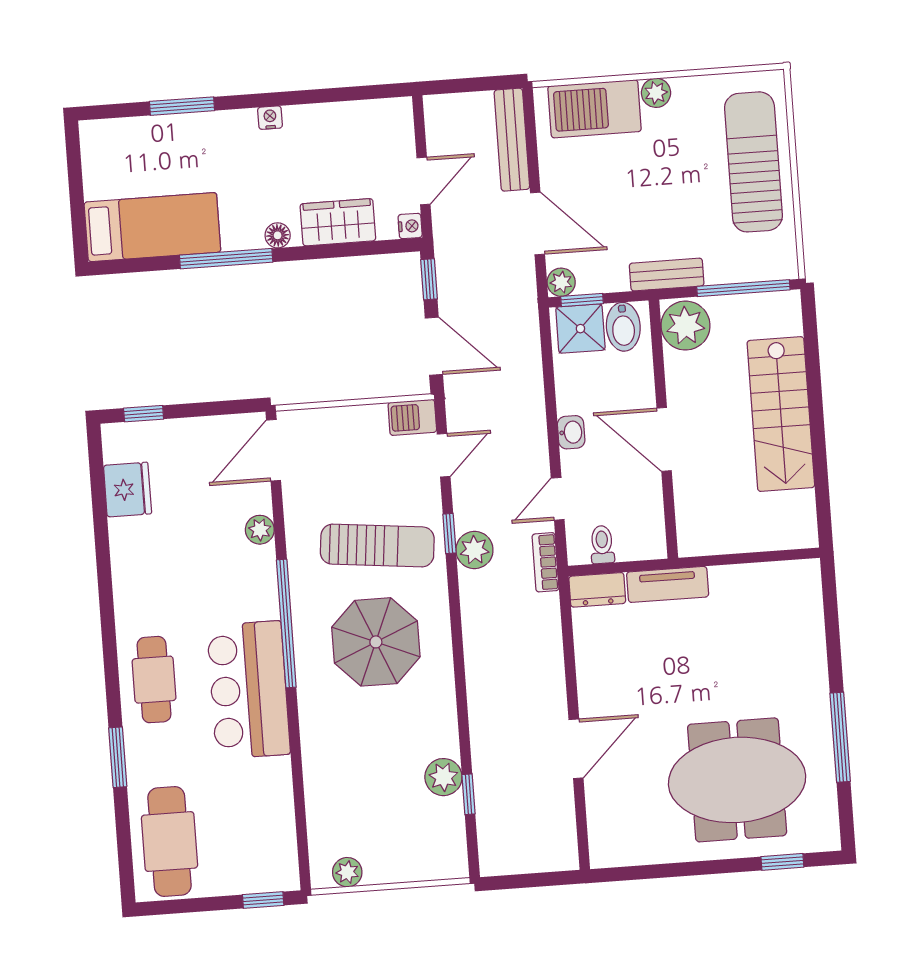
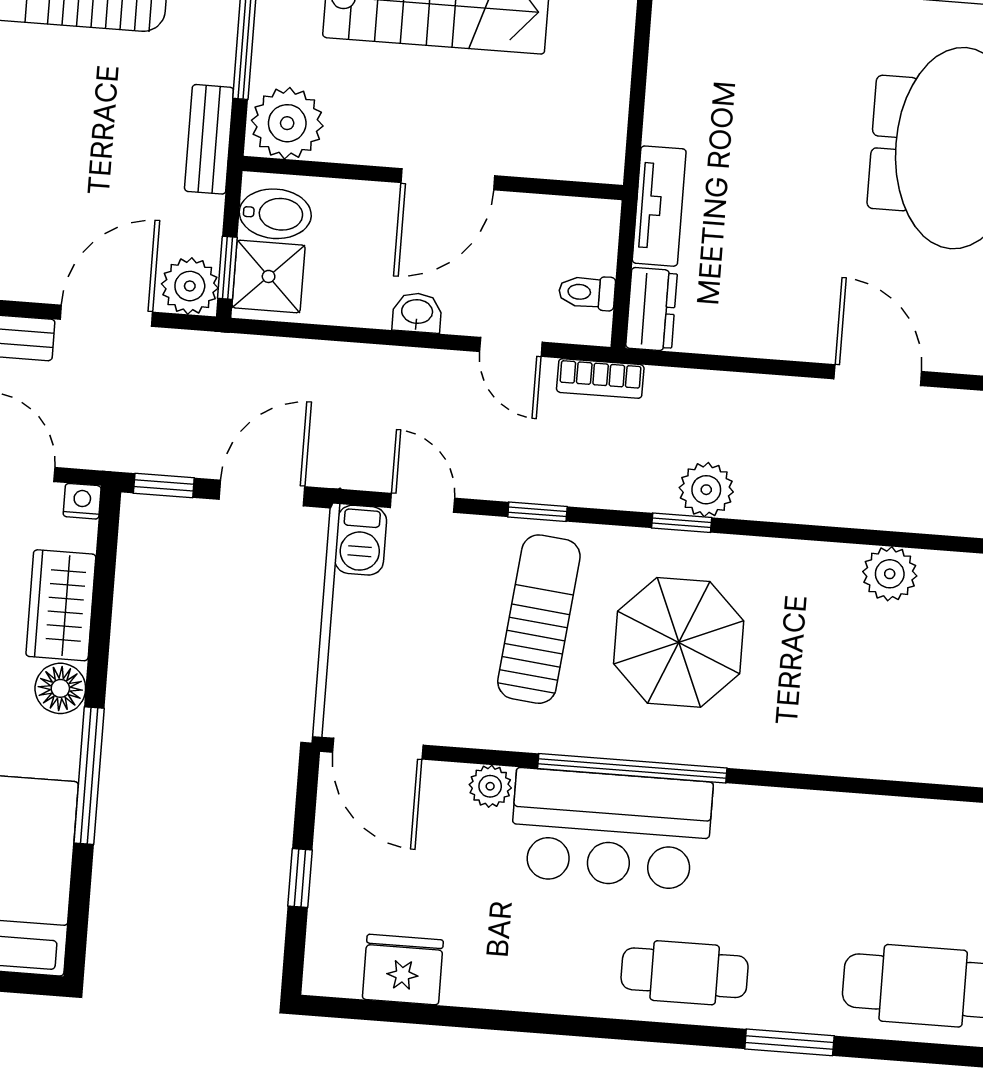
floor lamp: (278, 235) -> (60, 688), width x1.37, depth x1.37
plant: (561, 282) -> (190, 286), width x1.38, depth x1.38
window: (144, 414) -> (300, 878), moved
plant: (474, 550) -> (706, 490), moved
bar counter: (249, 690) -> (611, 829), moved
window: (469, 794) -> (682, 523), moved

